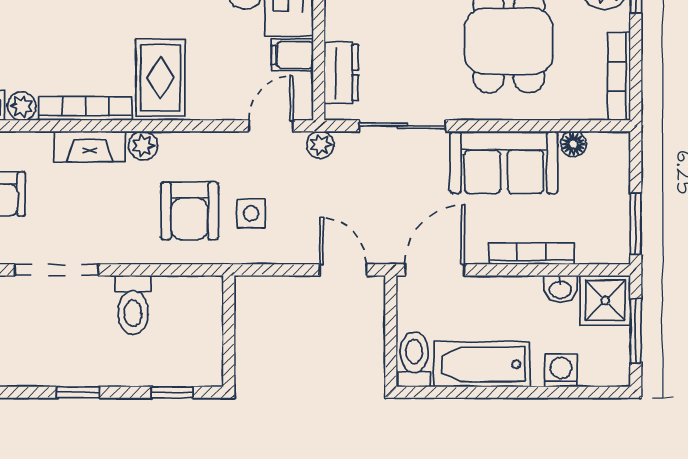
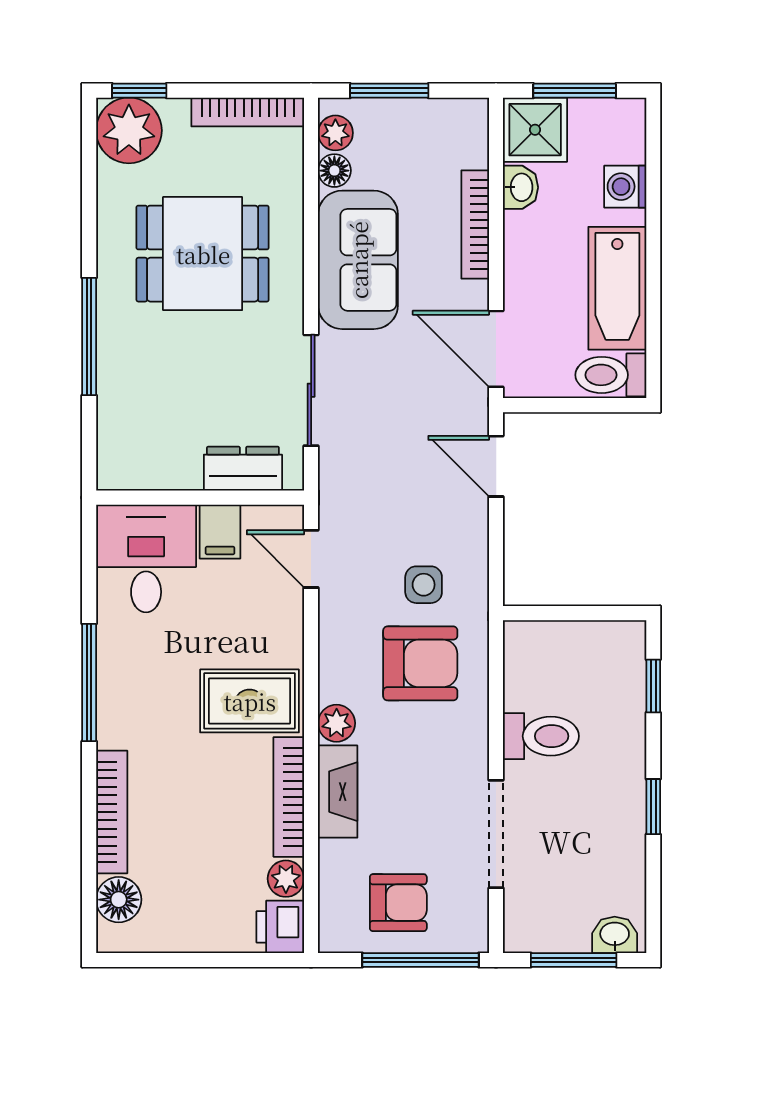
plant: (320, 145) -> (335, 133), moved
window: (636, 224) -> (389, 91), moved
door: (343, 270) -> (496, 466), hinge flipped

